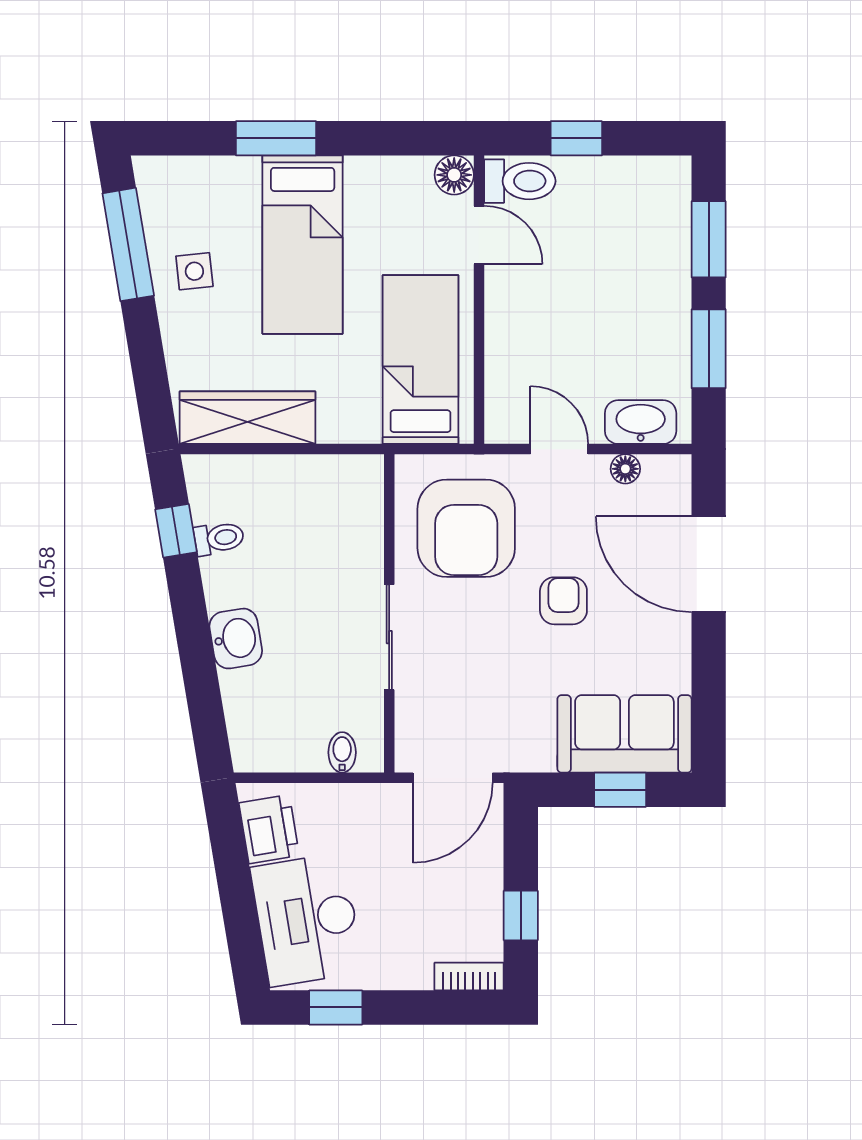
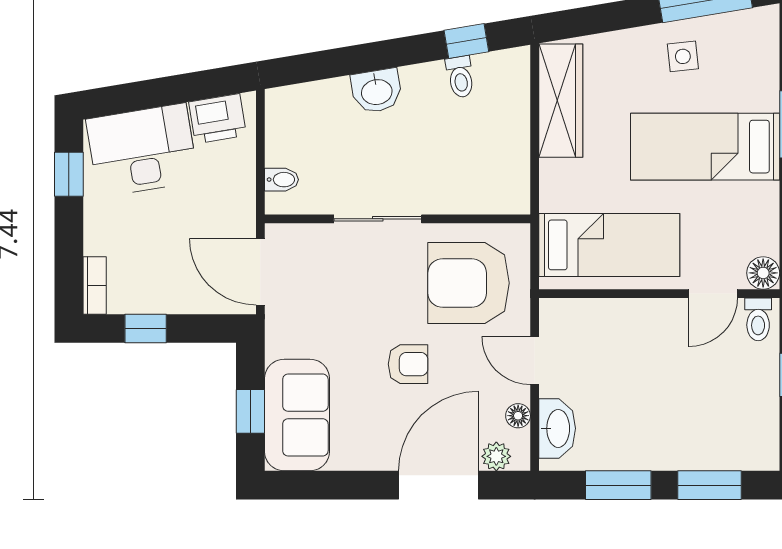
toilet: (520, 181) -> (758, 319), width x0.73, depth x0.72
door: (559, 449) -> (535, 361), swing flipped
plant: (674, 495) -> (496, 456), added

